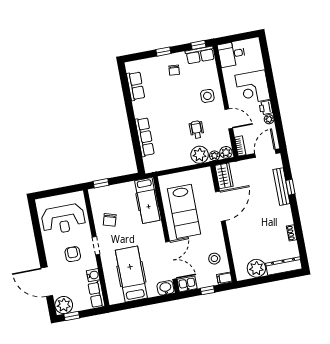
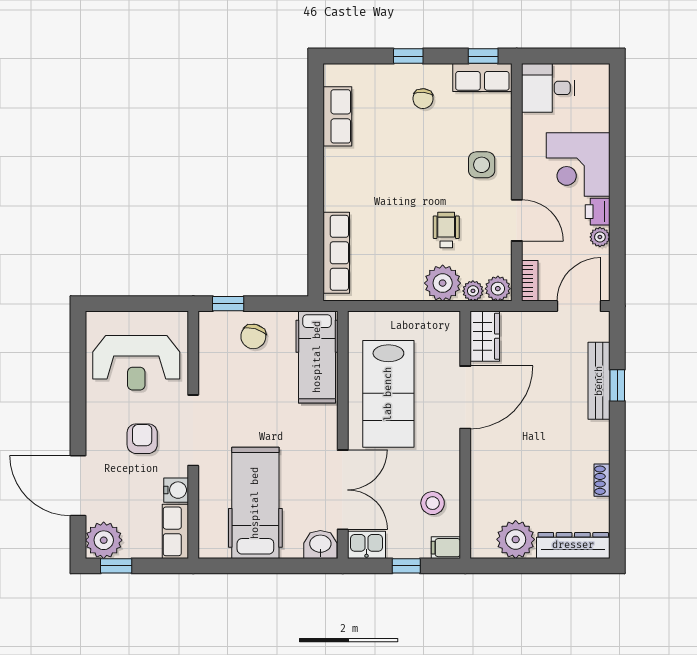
row of seats: (145, 137) -> (336, 253), moved
chair: (110, 220) -> (253, 336), moved
doorway: (96, 246) -> (193, 430), width x1.87

